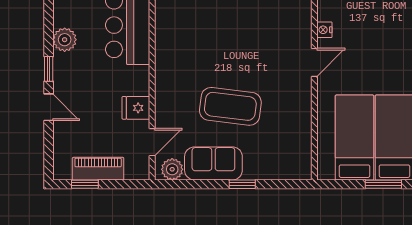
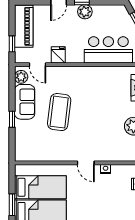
plant: (65, 40) -> (85, 12), moved
piano: (98, 169) -> (24, 26), width x1.37, depth x1.33
window: (85, 184) -> (12, 44), moved

